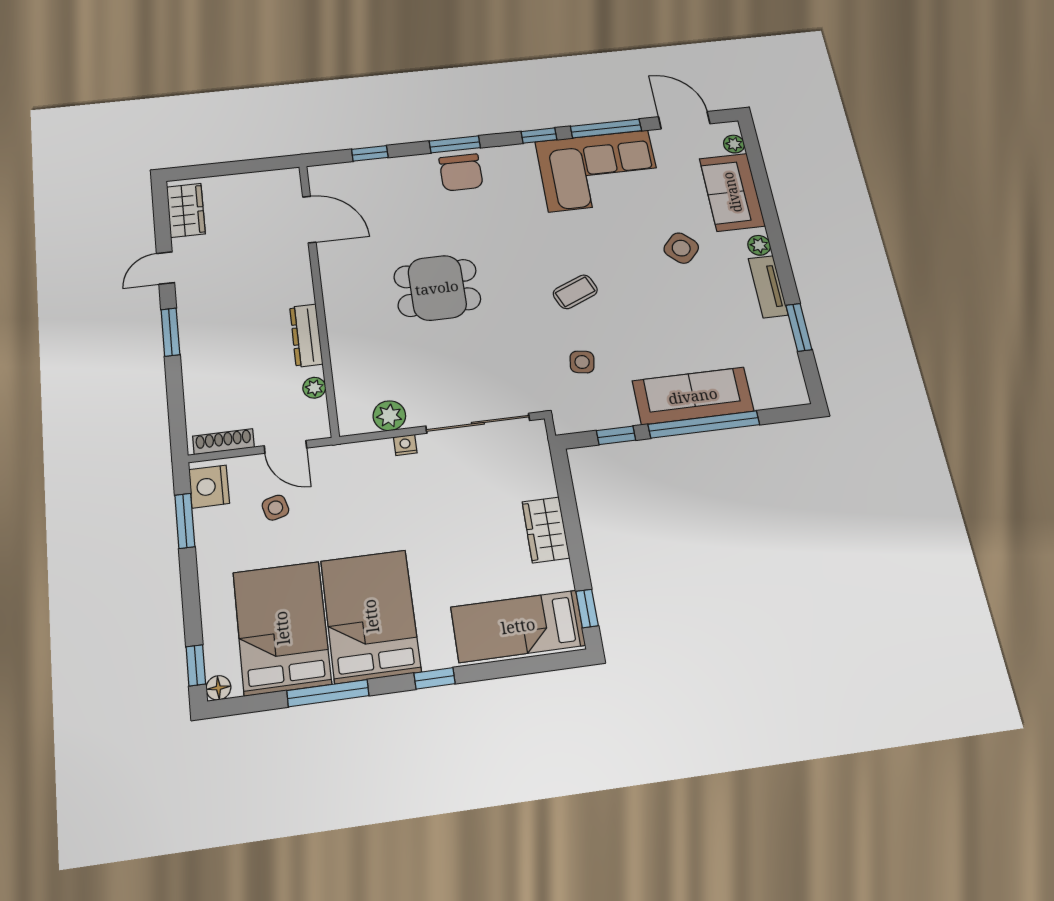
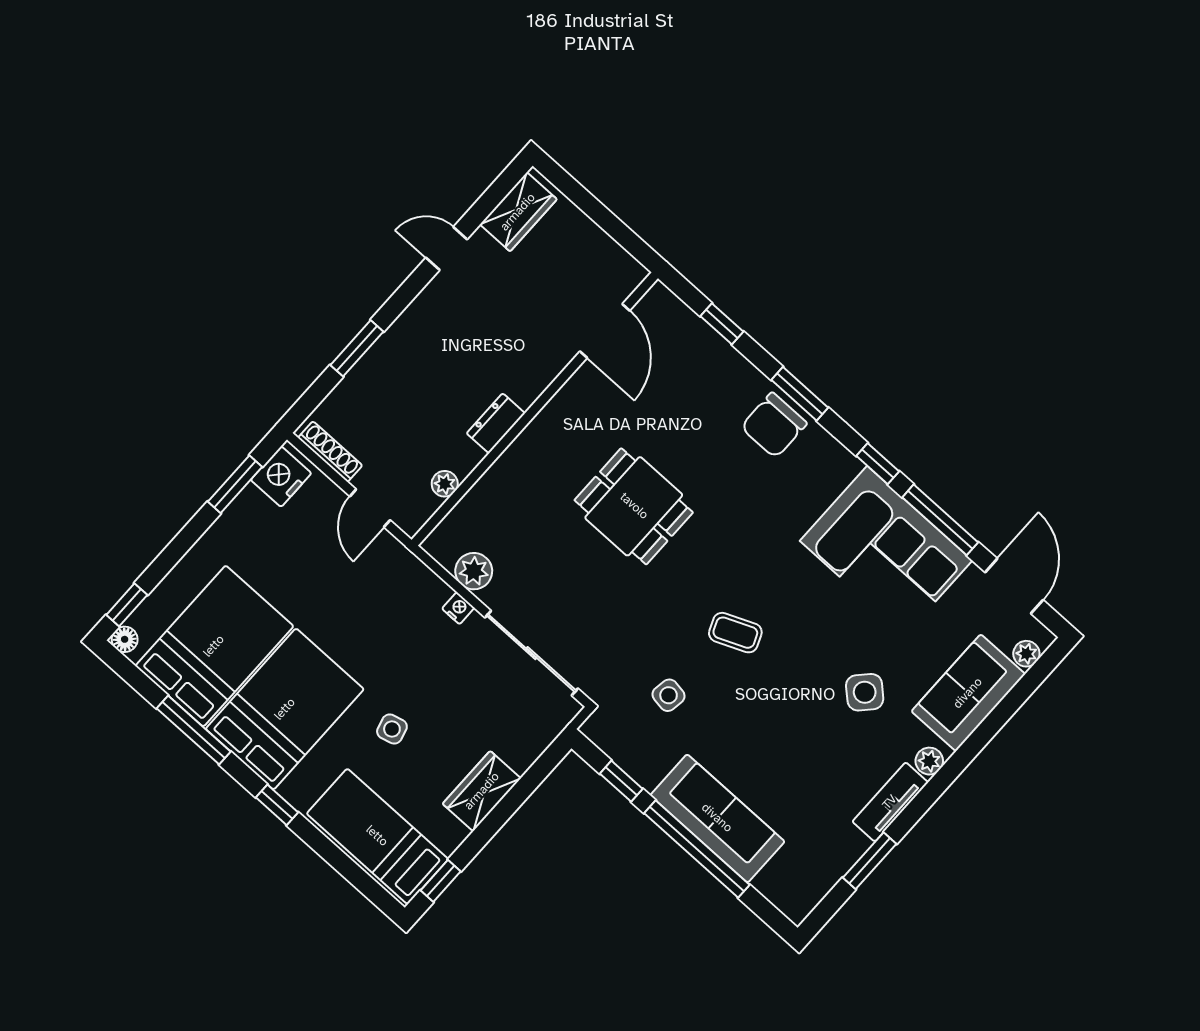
window: (170, 332) -> (357, 348), moved
dresser: (306, 335) -> (496, 423), width x0.70
side table: (275, 508) -> (392, 729), moved

